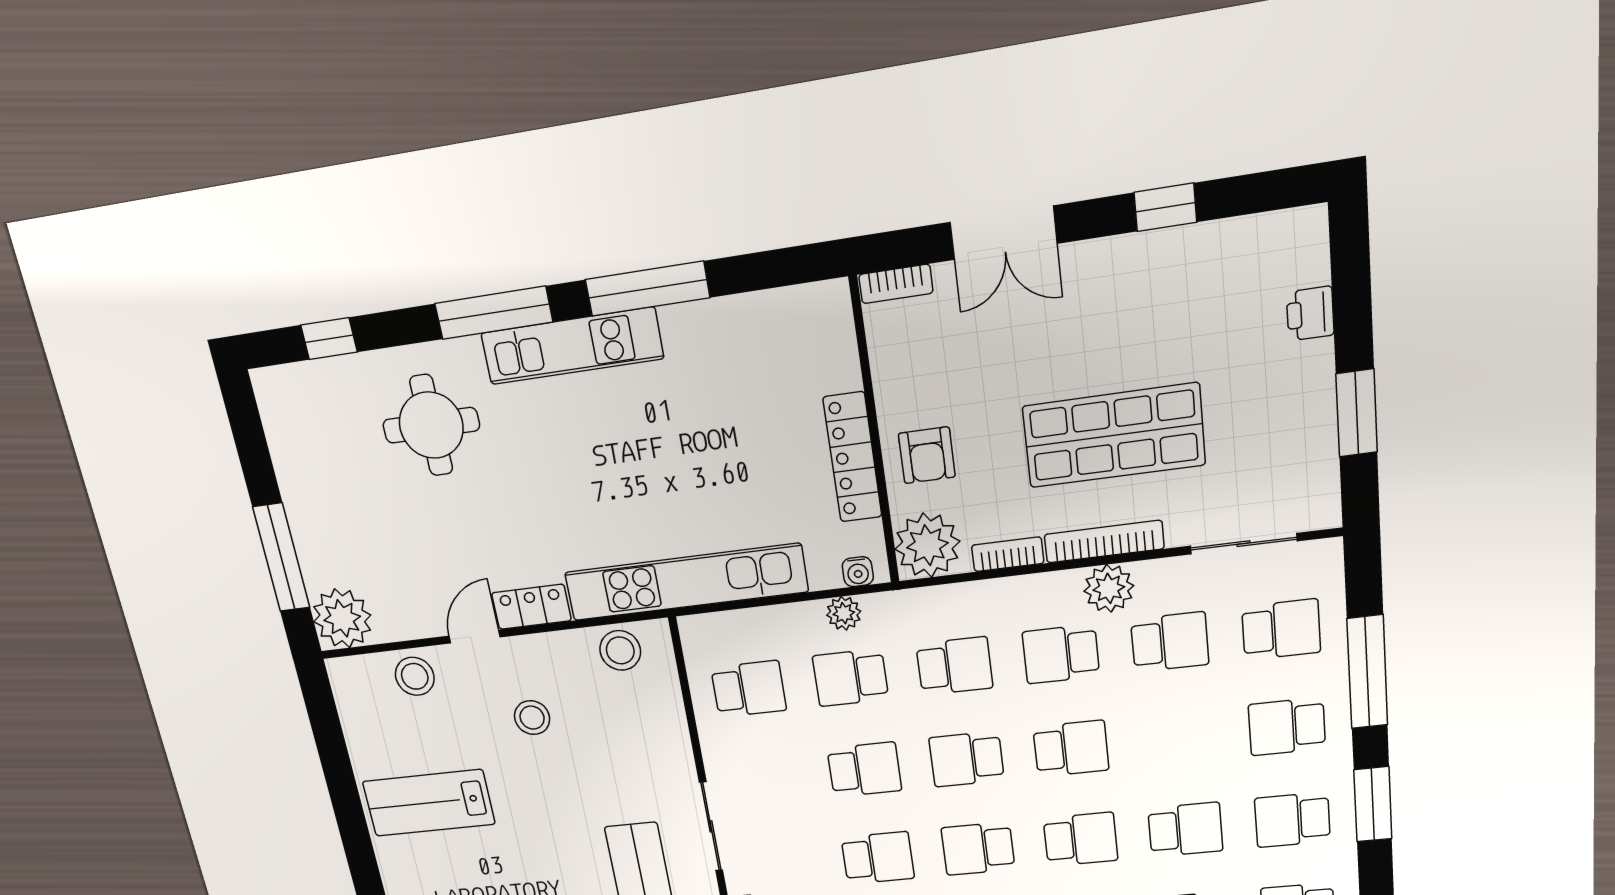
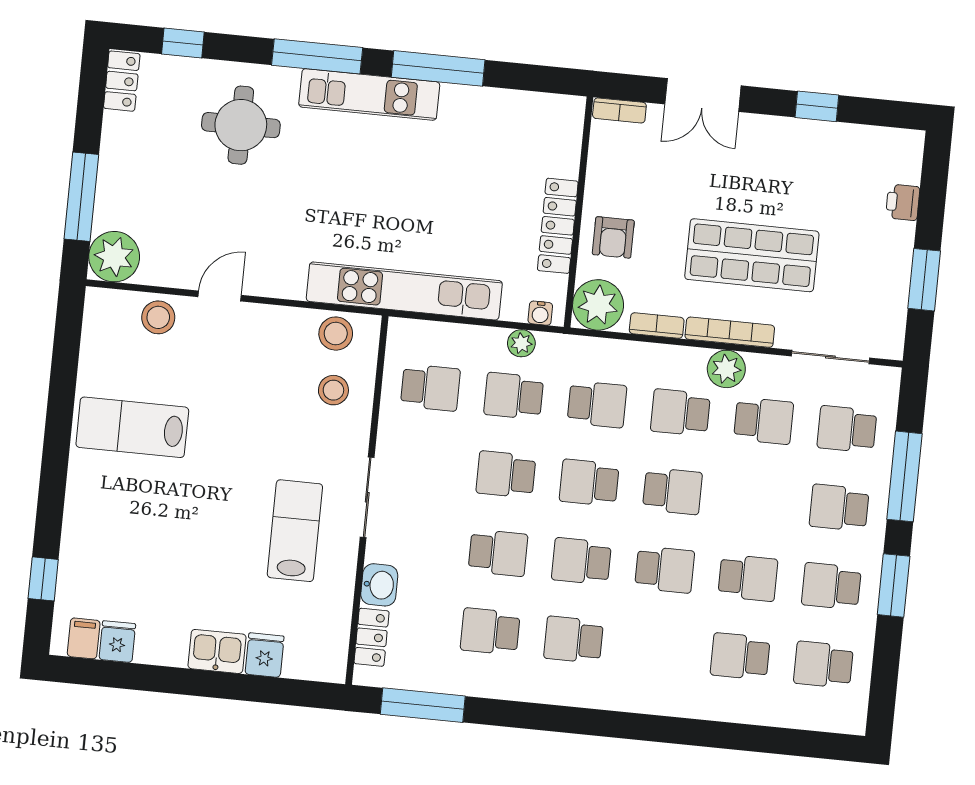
locker: (531, 607) -> (122, 81), moved, turned 90
school desk: (1281, 630) -> (847, 429), turned 180
stool: (532, 718) -> (333, 390), moved
school desk: (864, 769) -> (506, 474), turned 180

